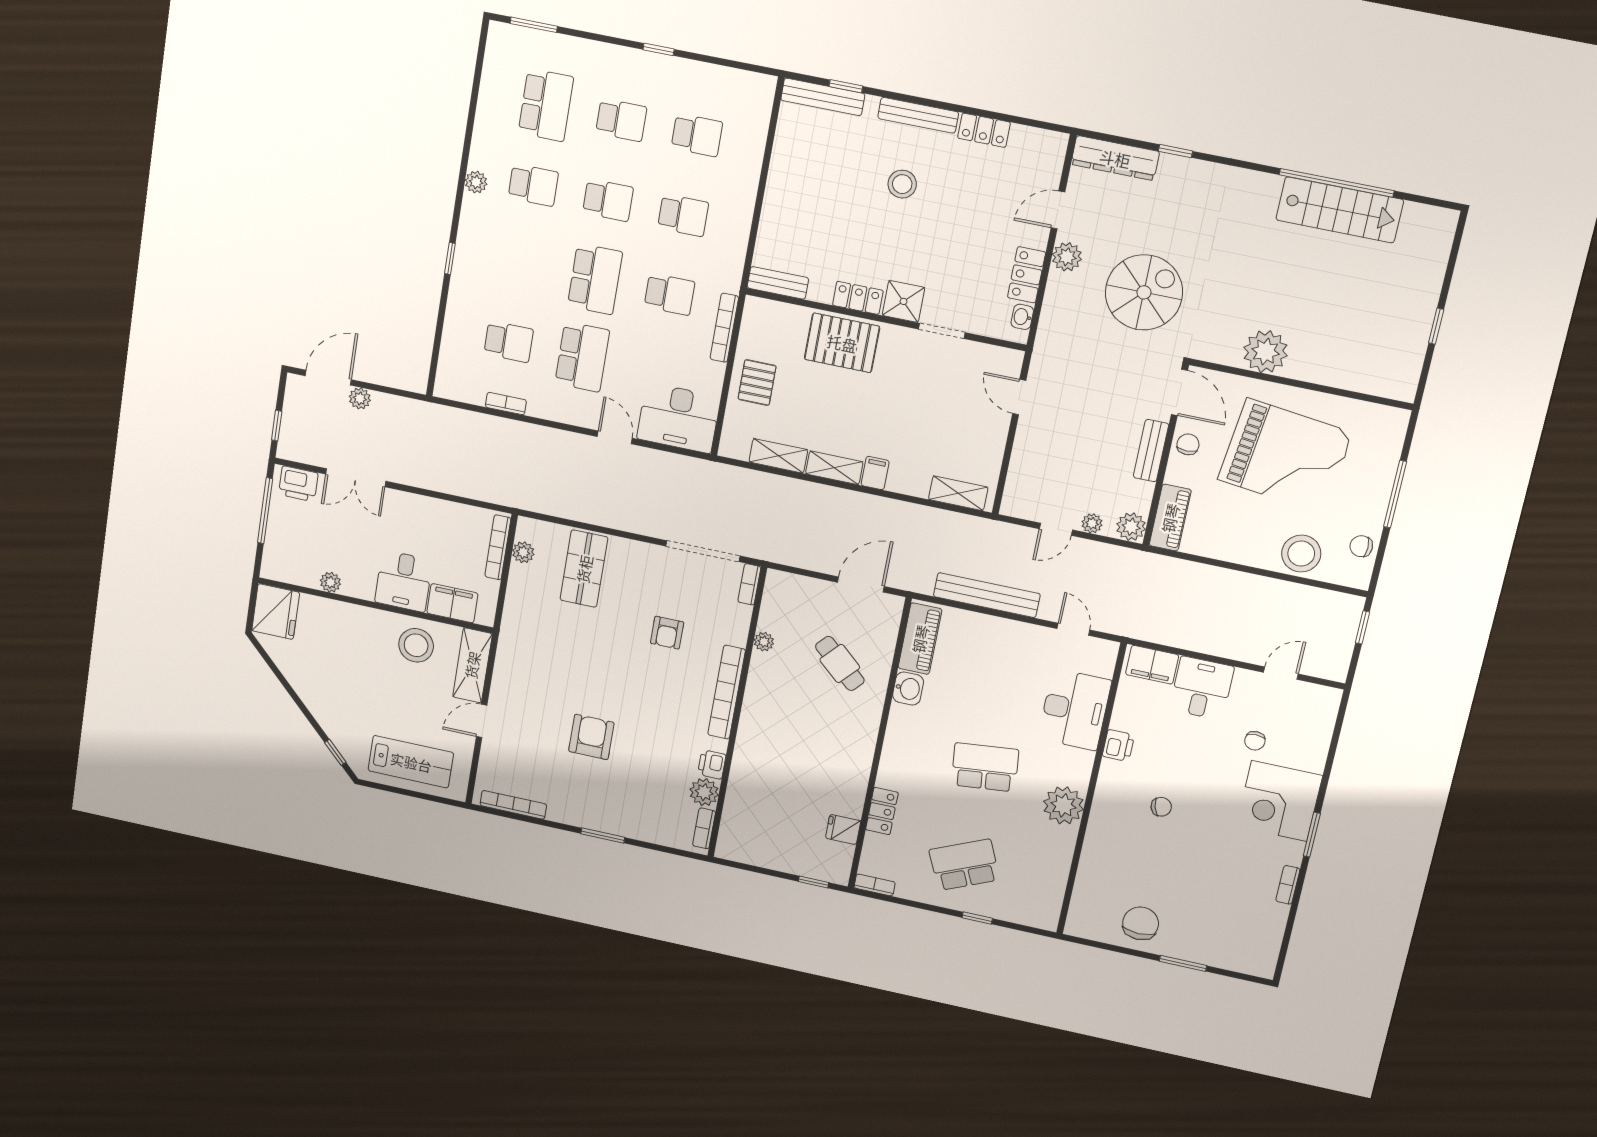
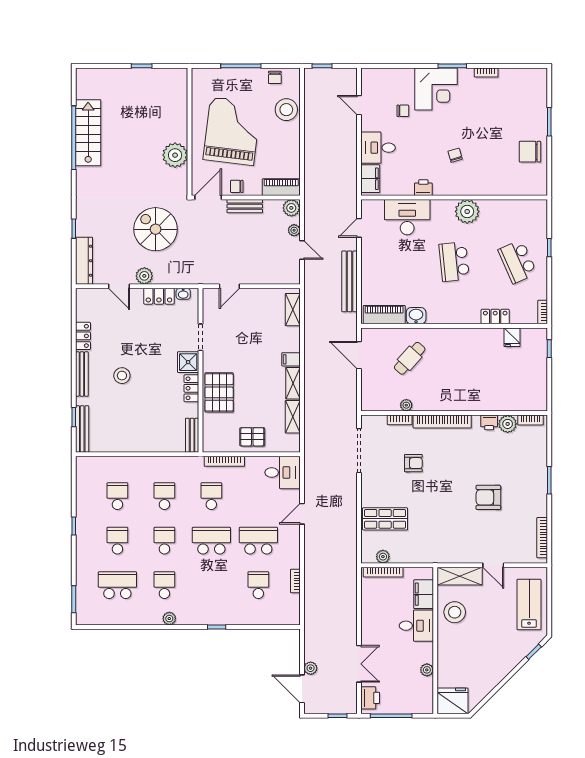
desk: (679, 418) -> (283, 472), width x0.73
bookcase: (749, 584) -> (400, 420), moved

